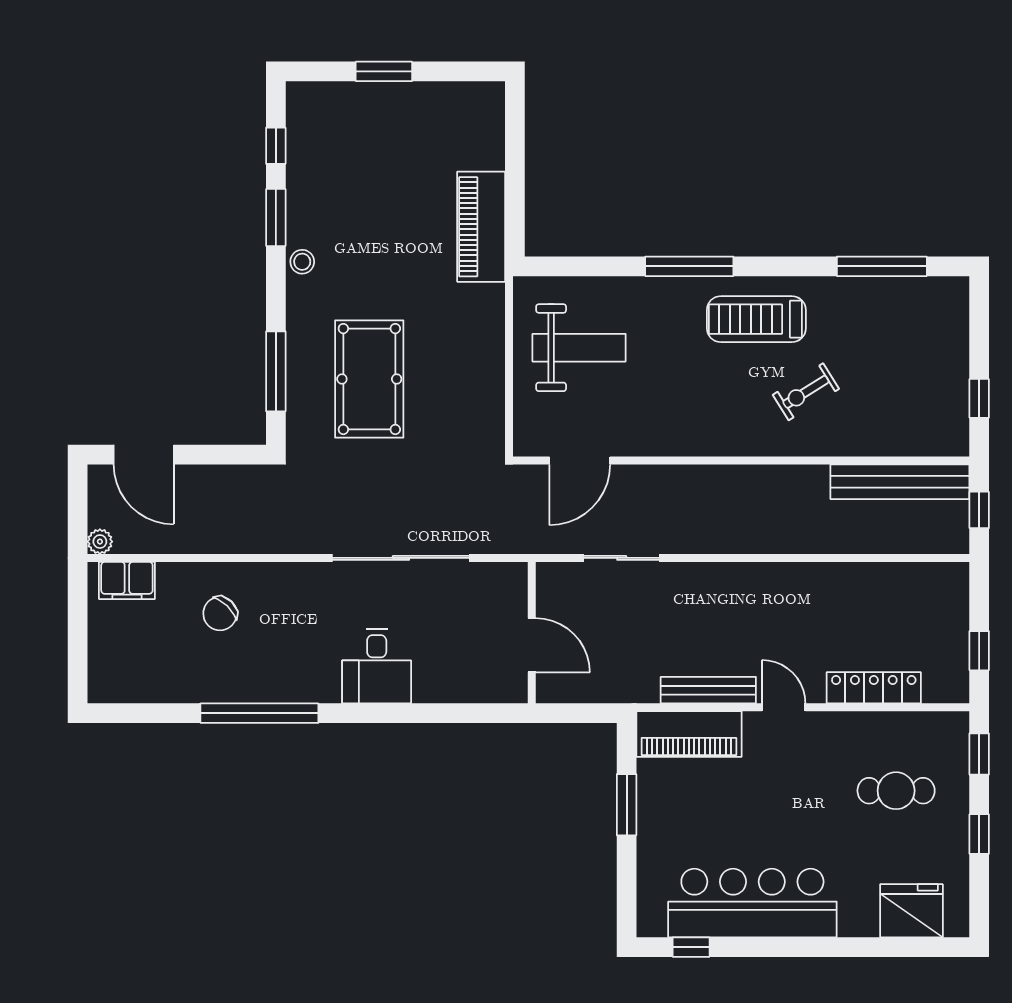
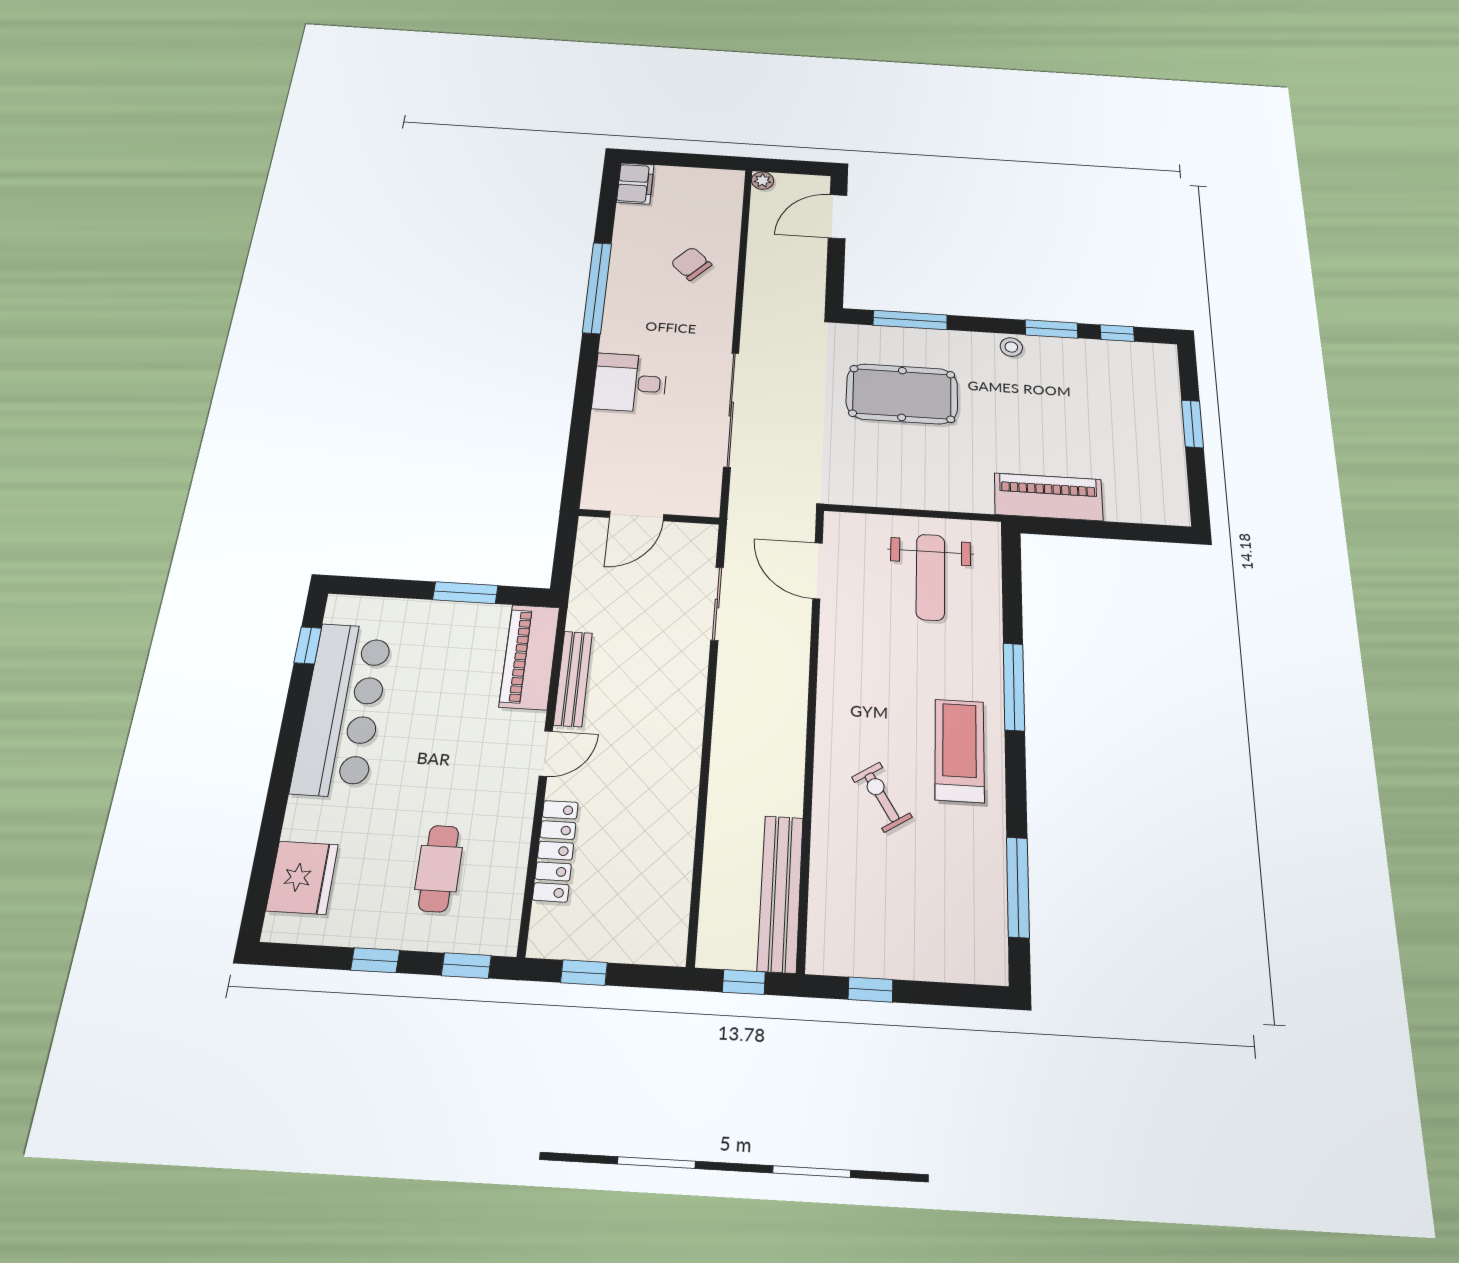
filing cabinet: (127, 580) -> (635, 183), moved, turned 180

